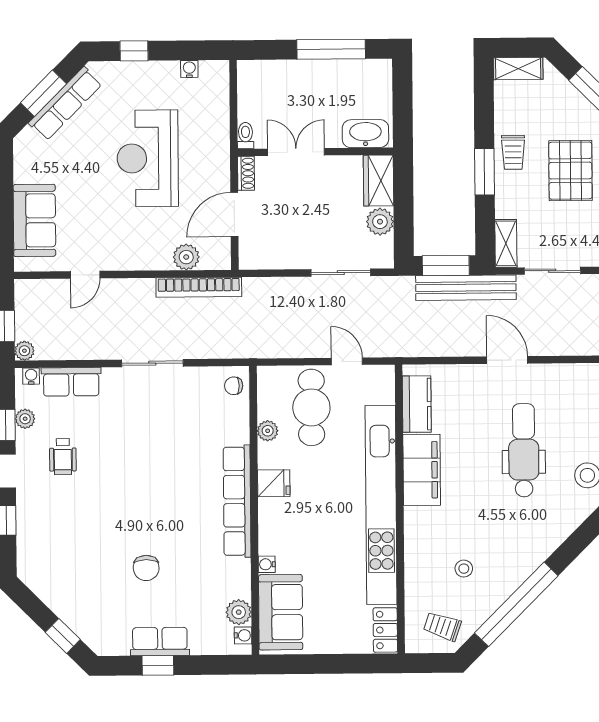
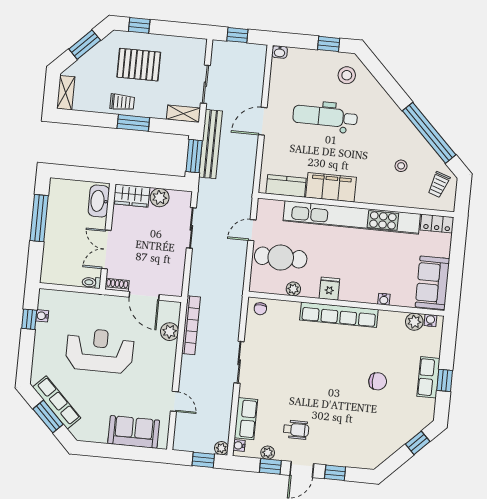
window: (134, 51) -> (29, 319), moved
reception desk: (148, 158) -> (100, 351), turned 180
sofa: (281, 612) -> (432, 283), moved, turned -90

